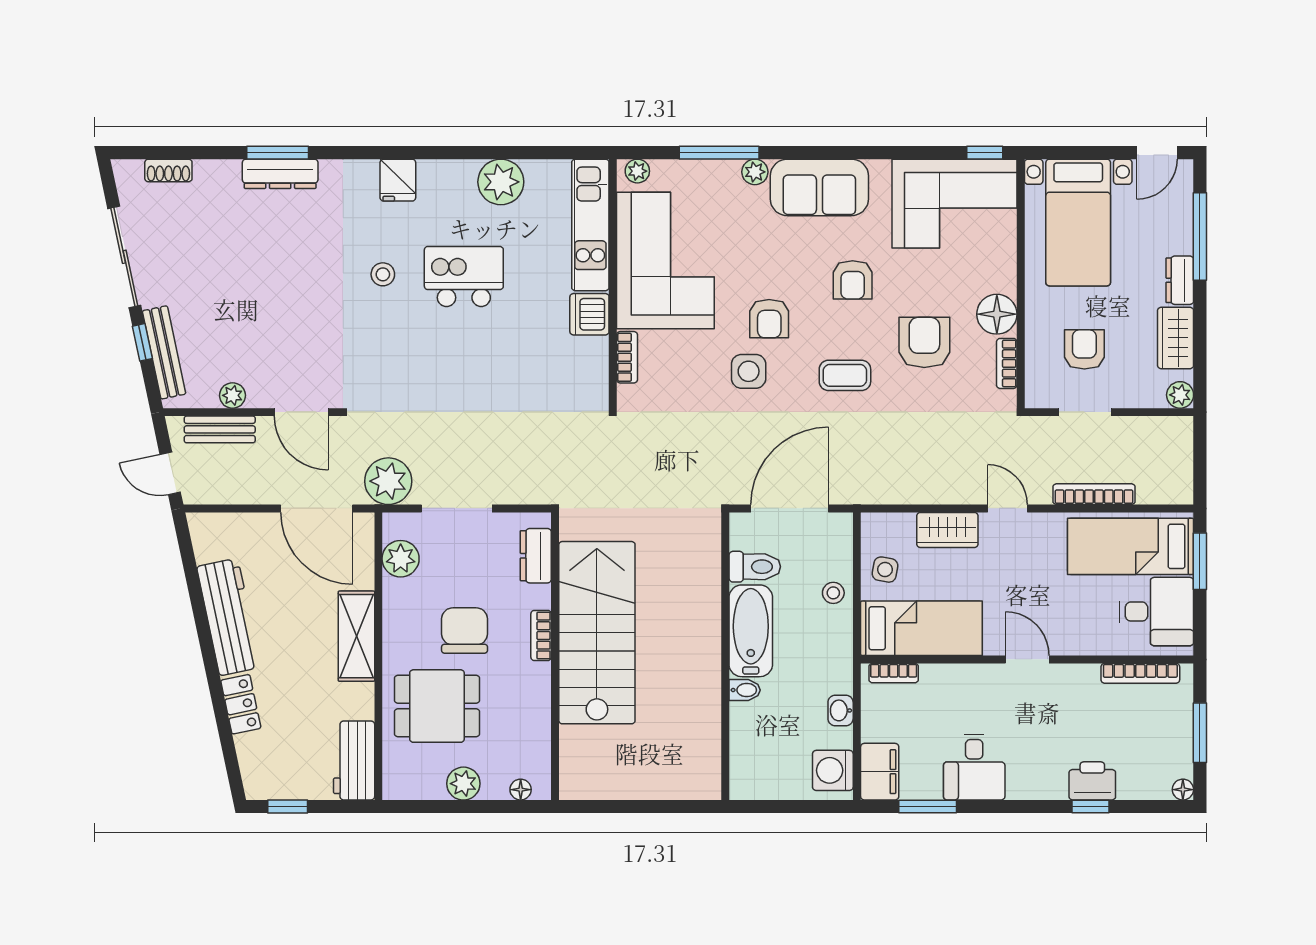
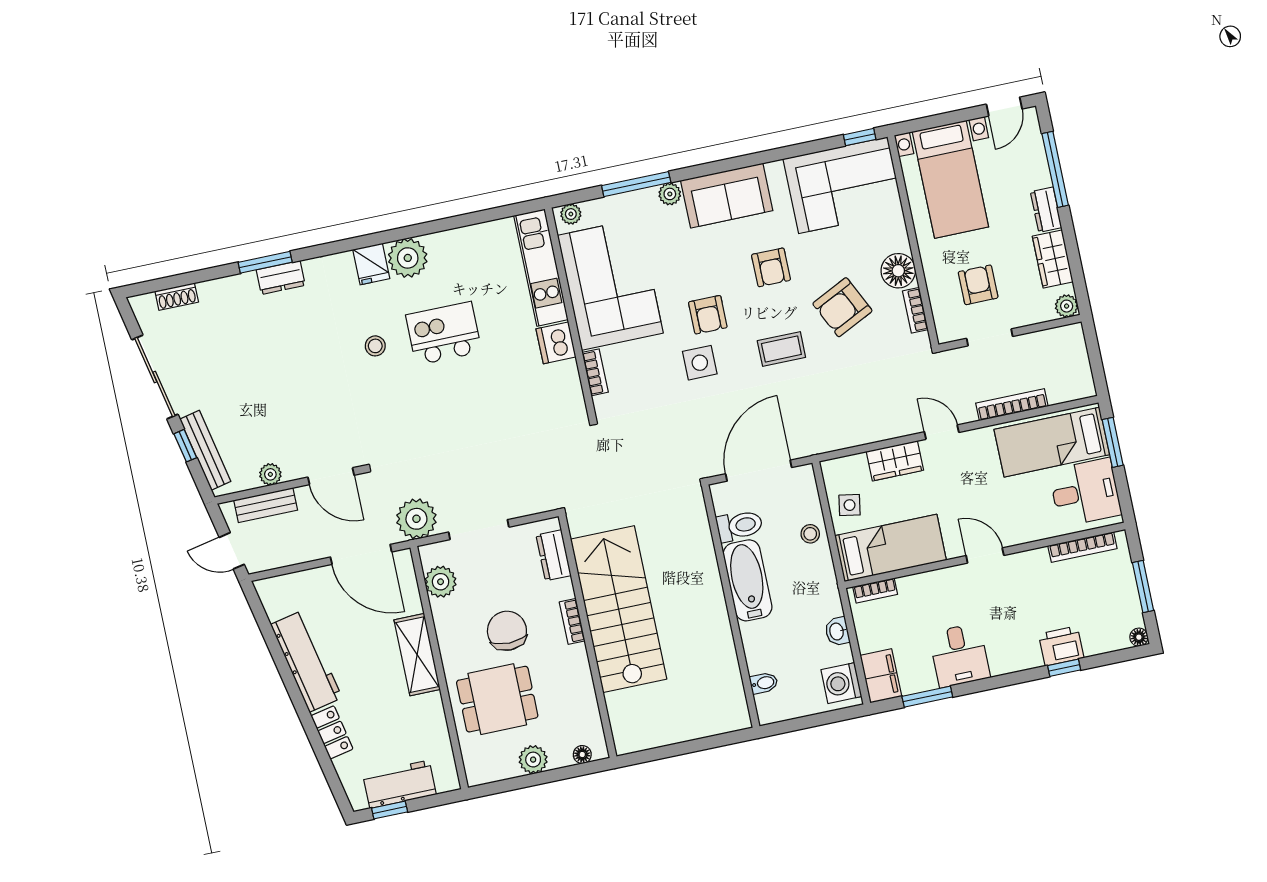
dresser: (280, 174) -> (281, 278), width x0.70
plant: (501, 182) -> (408, 258), moved
armchair: (924, 342) -> (842, 307), turned -116
bidet: (745, 690) -> (764, 683), moved
workbench: (354, 760) -> (399, 784), moved, turned 90

